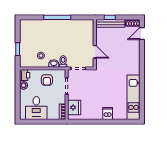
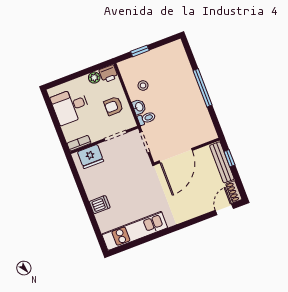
door: (142, 33) -> (224, 209), hinge flipped
door: (95, 52) -> (176, 156), width x1.87

